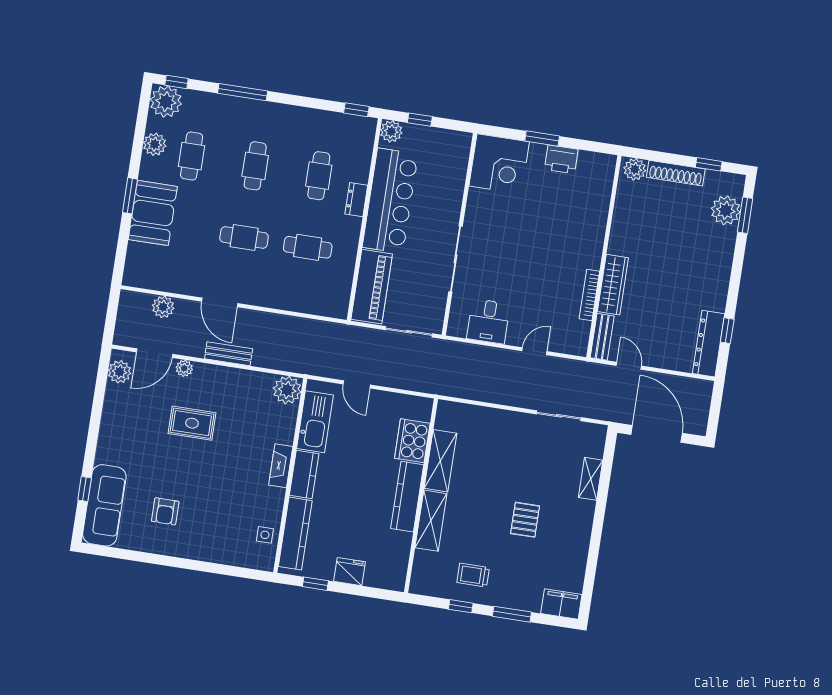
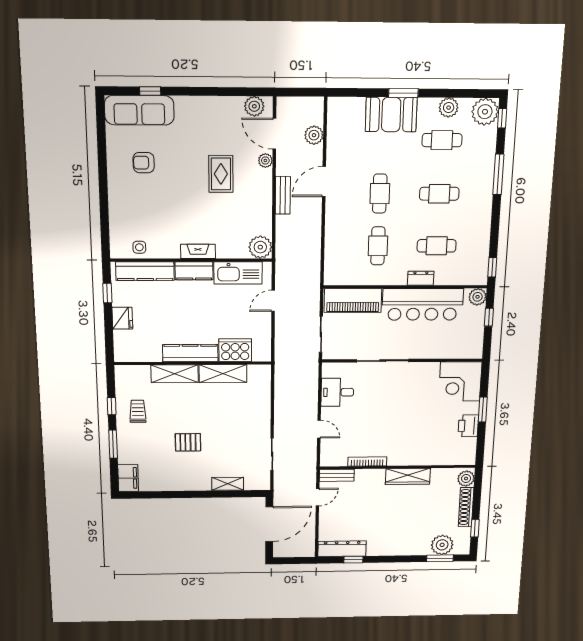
wardrobe: (613, 285) -> (408, 476), moved

